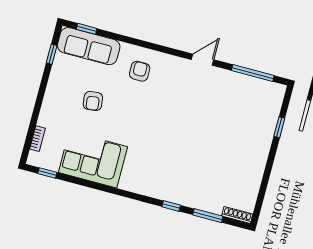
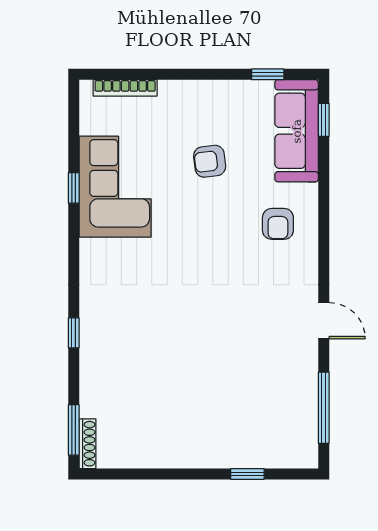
armchair: (140, 71) -> (278, 224), turned 90
bookcase: (38, 139) -> (125, 88), width x1.56
window: (47, 173) -> (74, 188), moved
window: (208, 216) -> (74, 430), moved

